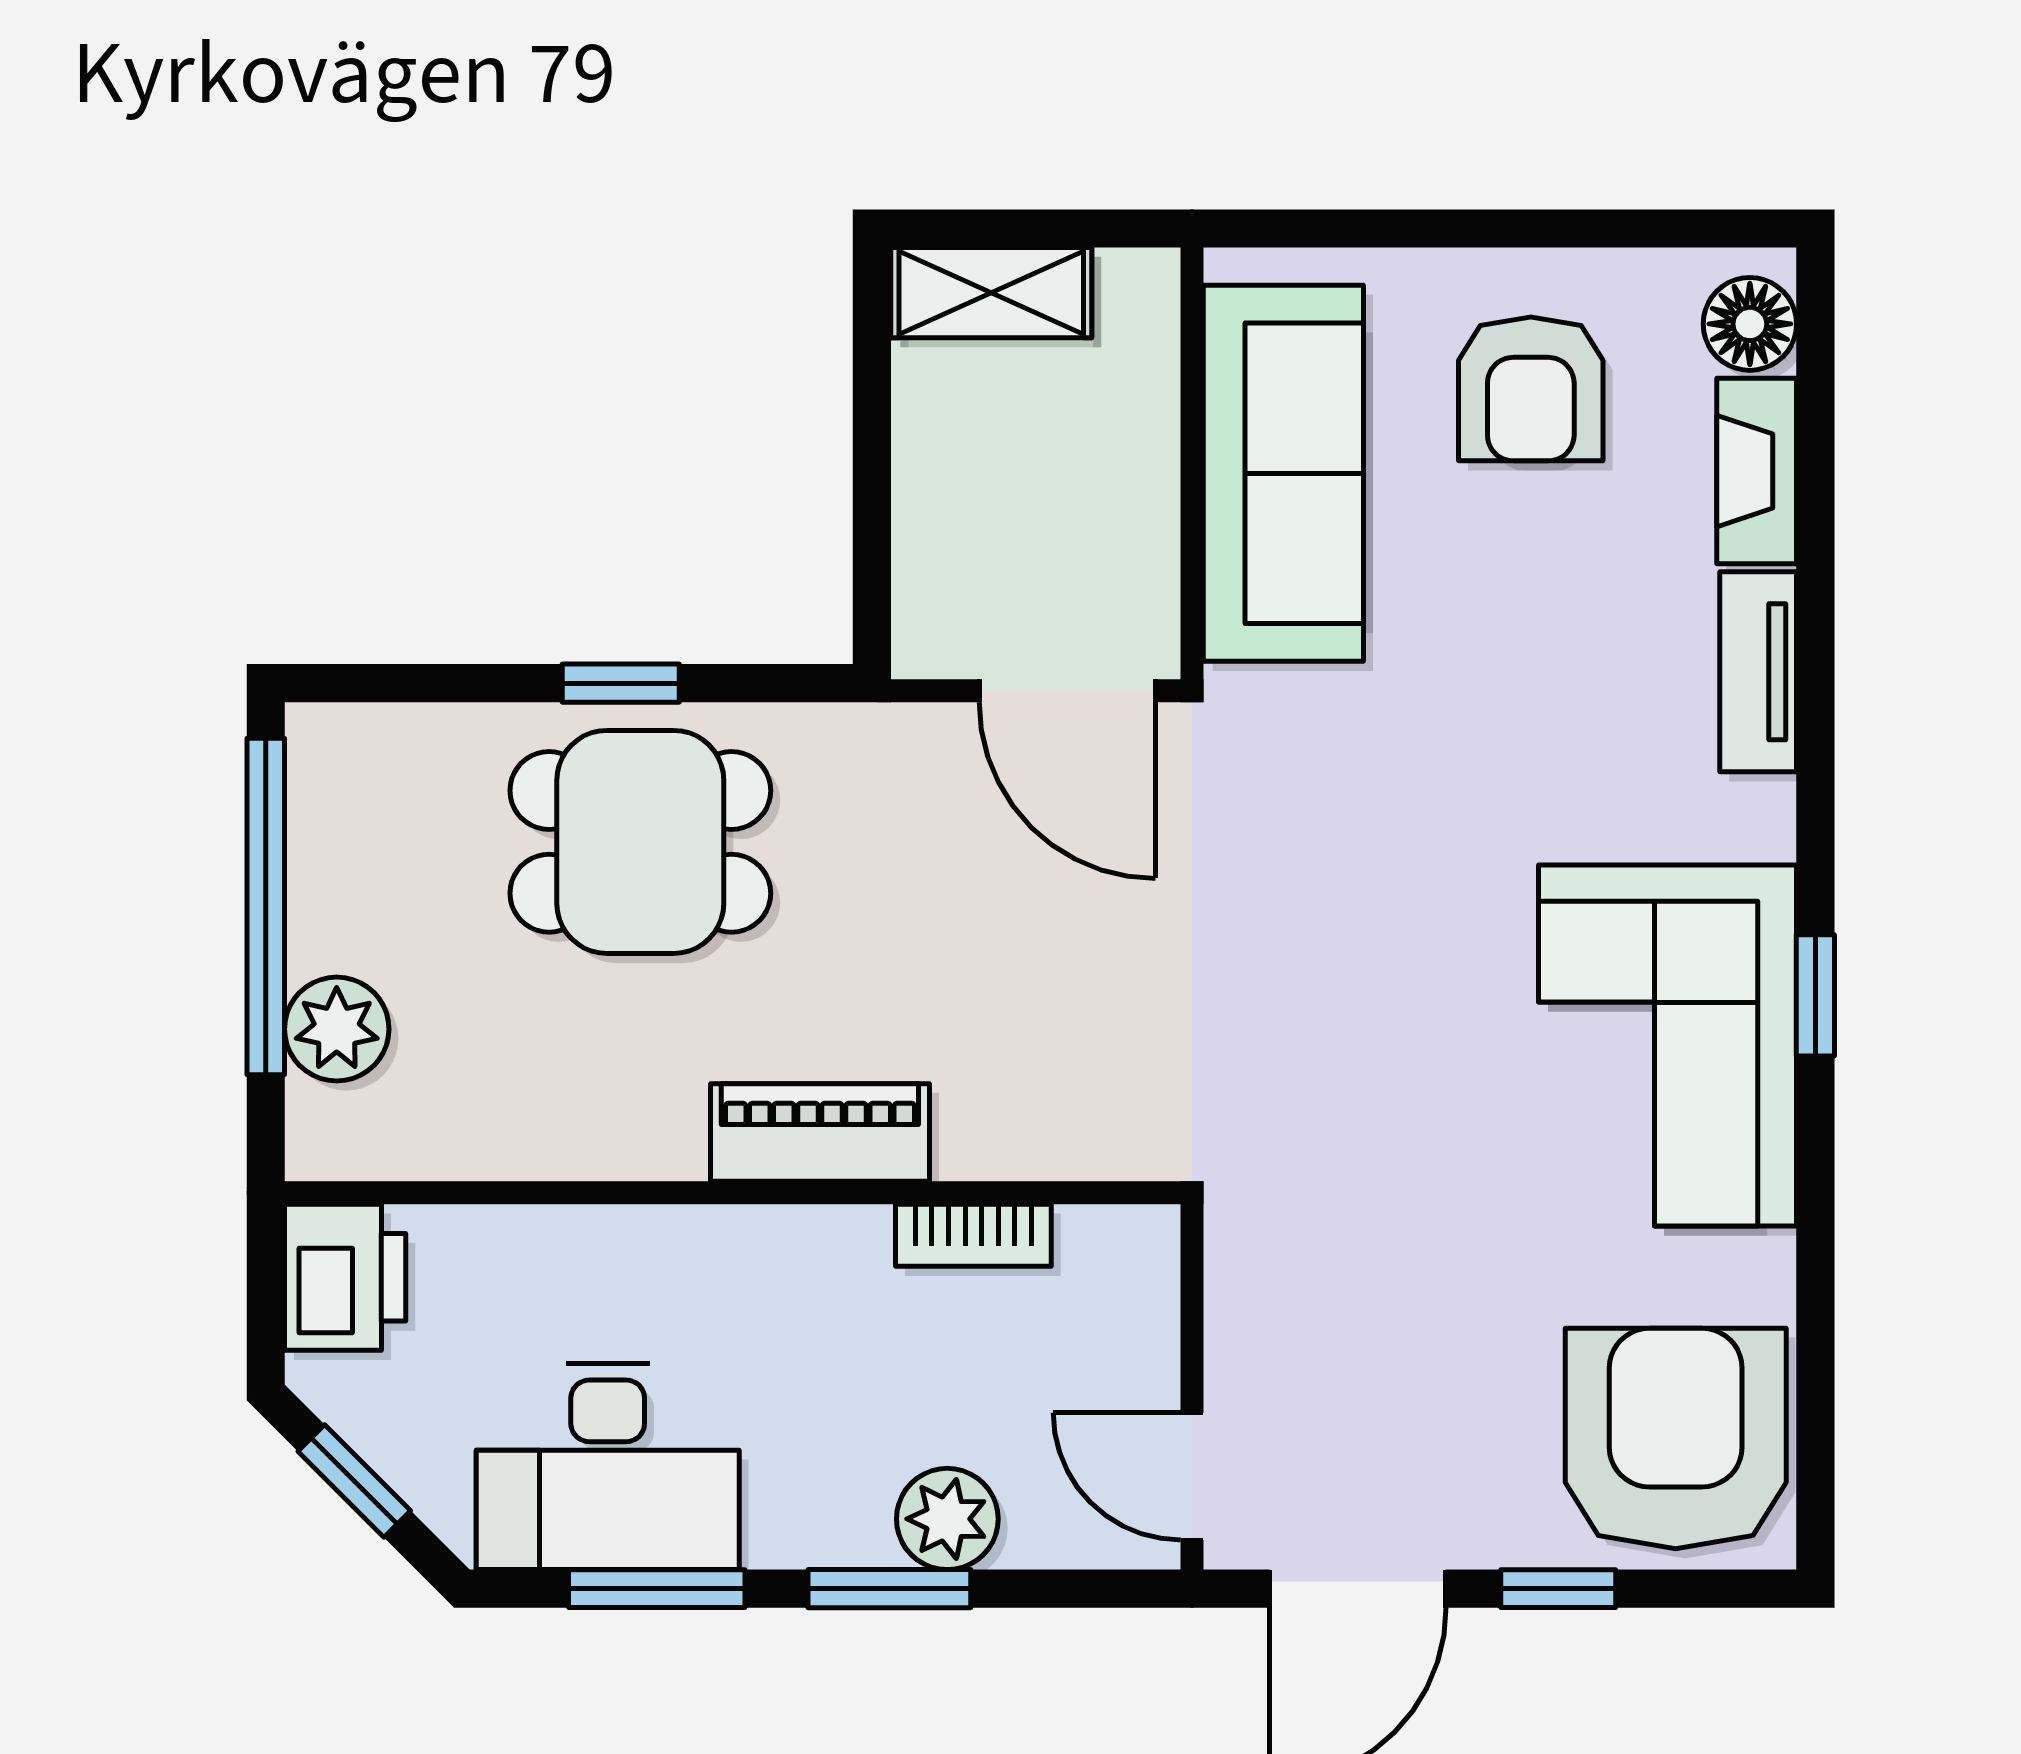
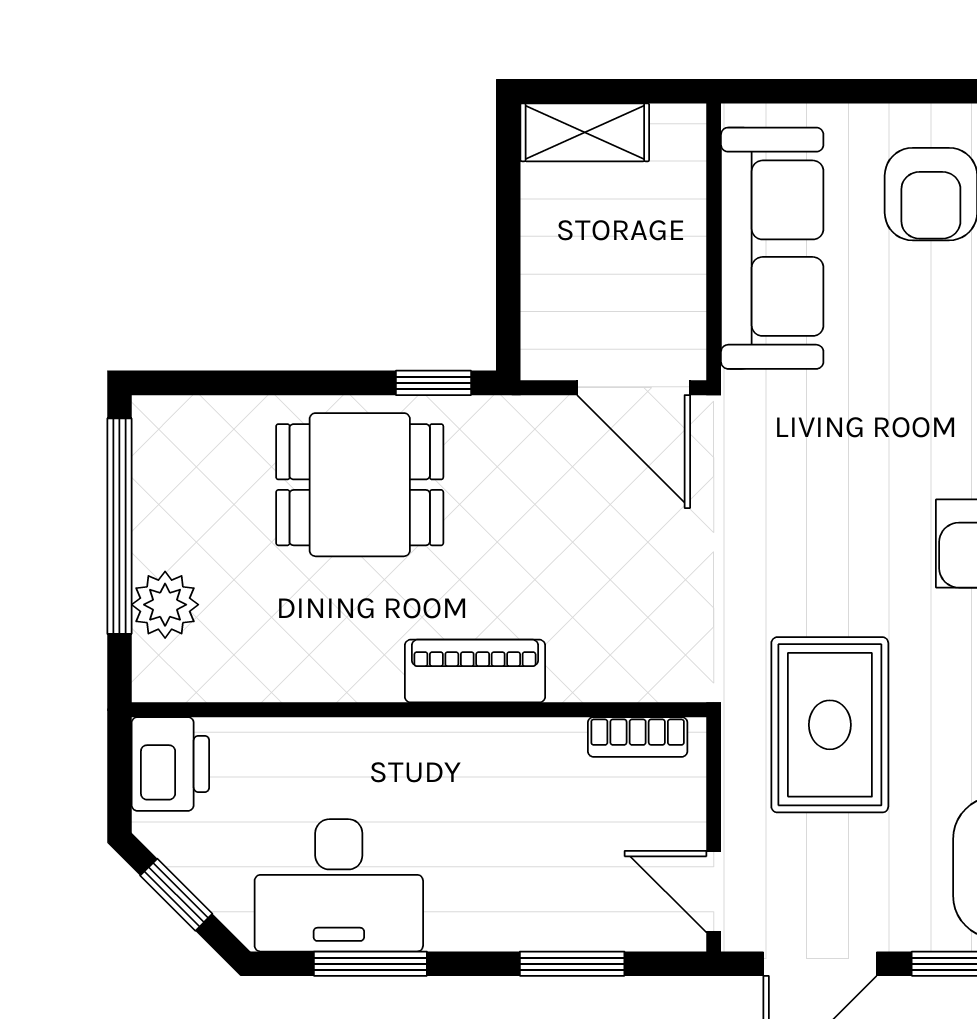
window: (621, 683) -> (433, 383), moved
rug: (1373, 1216) -> (830, 725), added
bookcase: (973, 1235) -> (638, 737), moved
plant: (947, 1519) -> (557, 919), removed
window: (889, 1589) -> (572, 964), moved

